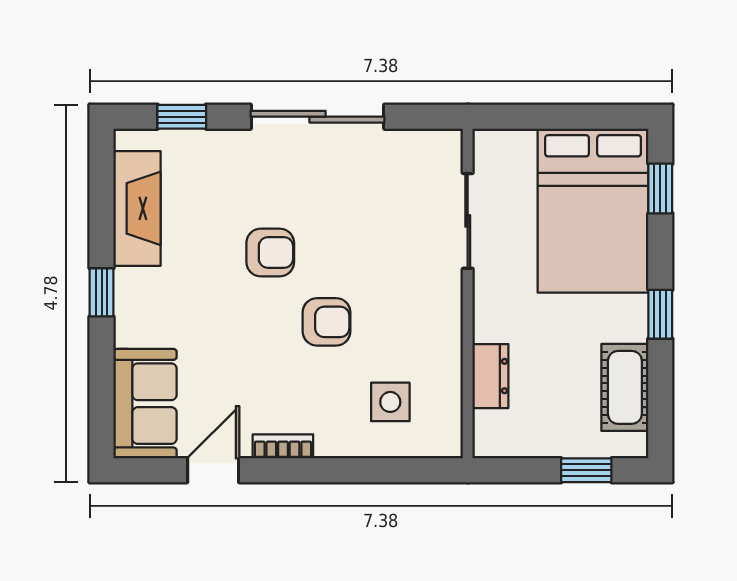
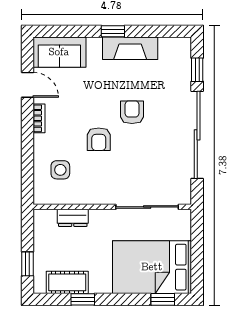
sliding door: (317, 117) -> (197, 135), width x1.36
fireplace: (137, 208) -> (130, 48), moved
sliding door: (468, 221) -> (147, 207), width x1.37
armchair: (270, 253) -> (132, 112), turned 180
window: (660, 314) -> (83, 299), moved

